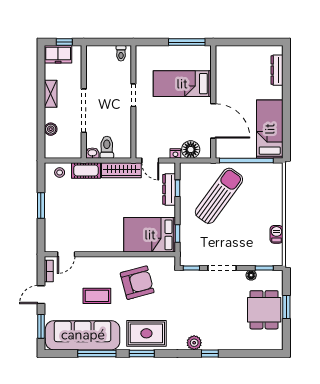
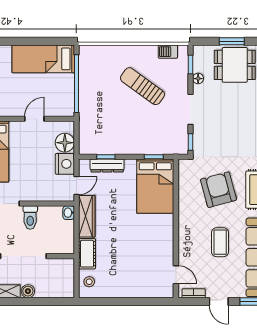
door: (213, 121) -> (34, 119), width x0.53
boiler: (51, 129) -> (28, 291), moved
toilet: (107, 147) -> (30, 217), moved, turned -90
washbasin: (92, 153) -> (69, 213), moved
nightstand: (175, 154) -> (65, 164), width x1.89, depth x1.79
sun lounger: (219, 196) -> (143, 86), moved, width x0.73, depth x0.75
window: (41, 205) -> (124, 301), removed
barbecue: (277, 234) -> (168, 52), moved
armchair: (137, 283) -> (219, 190), moved

